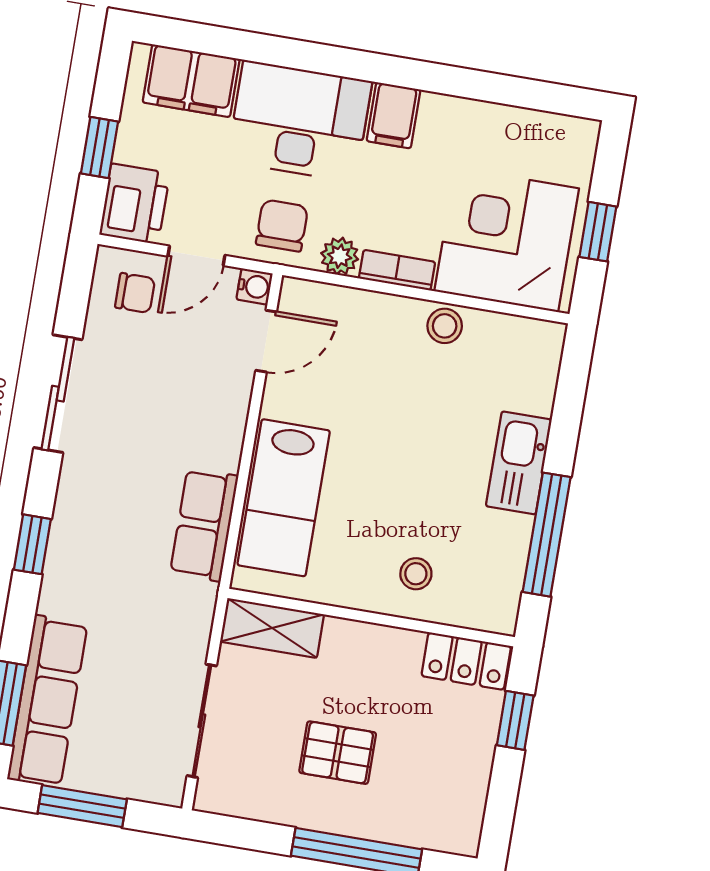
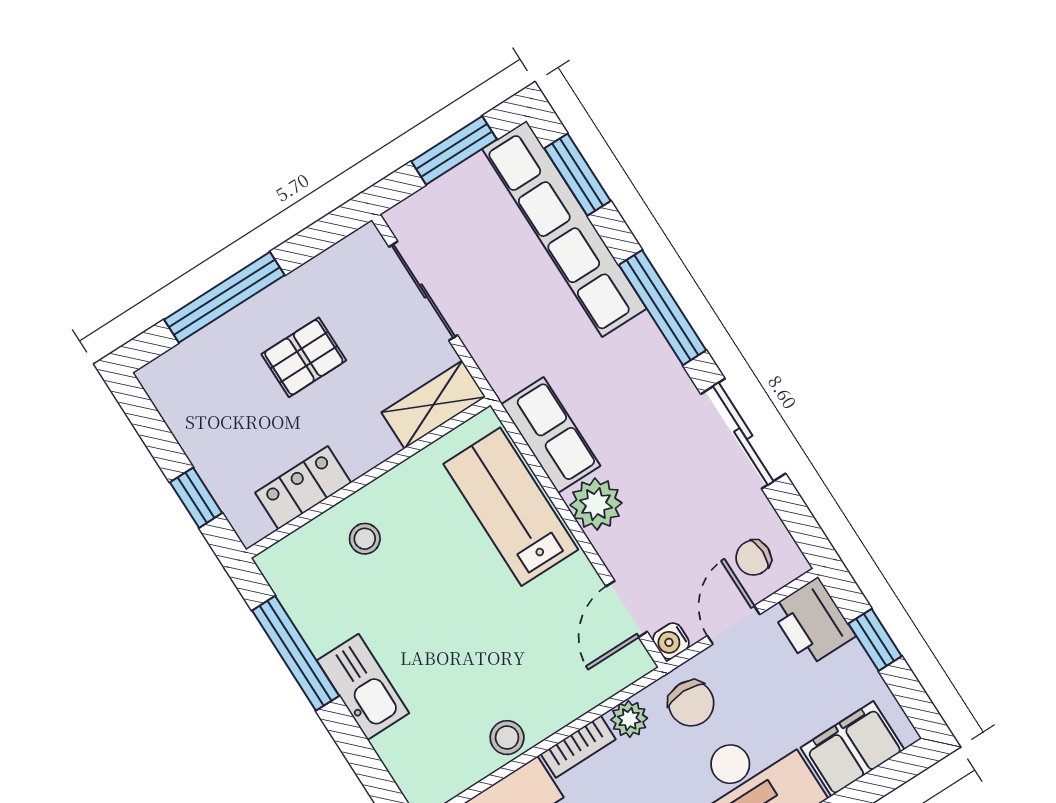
plant: (217, 441) -> (596, 504), added
window: (32, 544) -> (663, 308), width x2.17
locker: (466, 661) -> (303, 488), moved
row of seats: (47, 701) -> (564, 229), width x1.36

